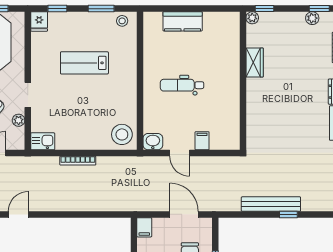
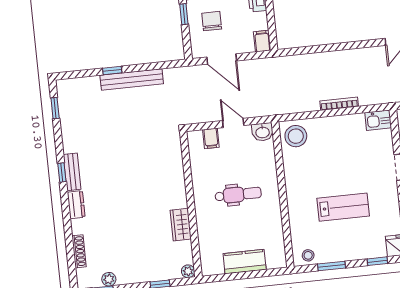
plant: (252, 18) -> (188, 271), moved
wardrobe: (255, 62) -> (181, 225), moved
wall: (243, 81) -> (191, 204), moved

